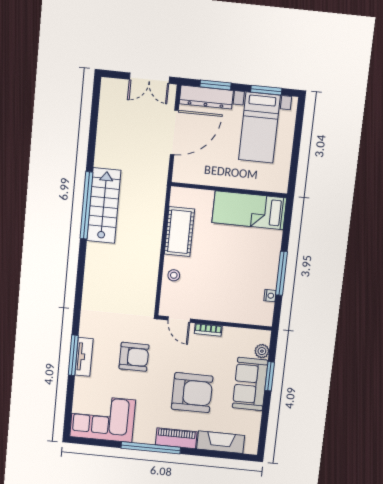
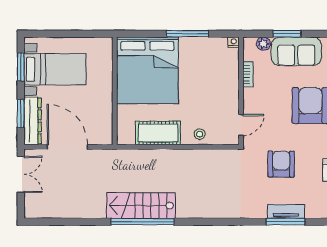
bed: (249, 210) -> (147, 70), width x2.04
nightstand: (270, 296) -> (234, 42), moved
bookcase: (208, 330) -> (248, 74), moved

